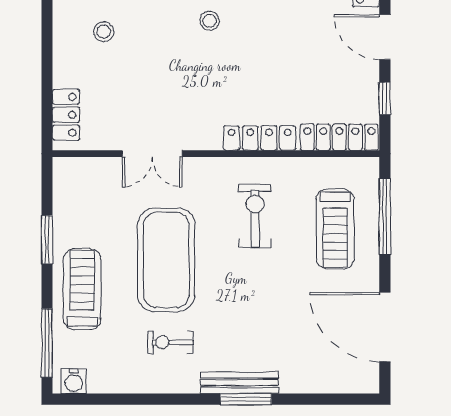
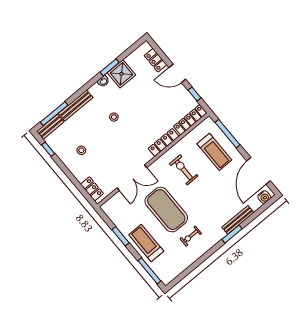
double door: (152, 154) -> (132, 178), width x1.37
door: (385, 327) -> (259, 171), hinge flipped
water cooler: (74, 381) -> (264, 197), moved
bench: (239, 383) -> (238, 220), moved

